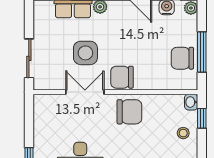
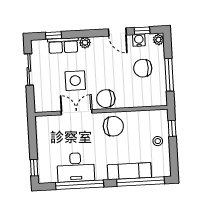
sliding door: (29, 58) -> (29, 70), moved
chair: (182, 58) -> (143, 68), moved
washbasin: (191, 102) -> (163, 116), removed

